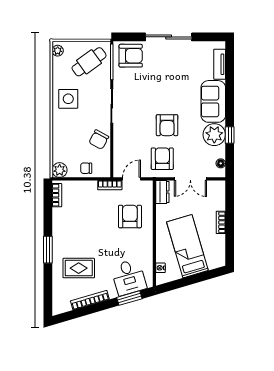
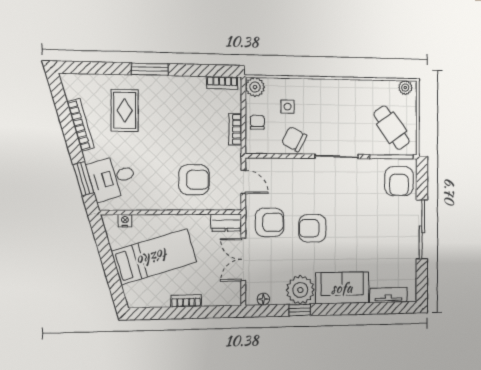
side table: (68, 99) -> (288, 107), moved, width x0.54, depth x0.54
bookcase: (110, 185) -> (235, 129), moved

